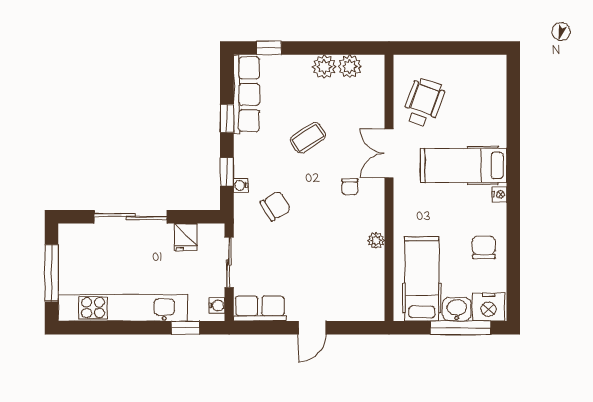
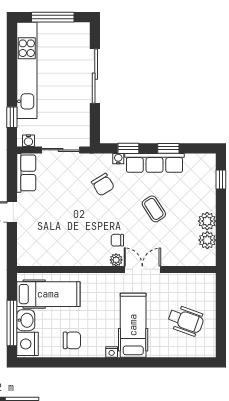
row of seats: (246, 94) -> (154, 163), moved
wheelchair: (424, 103) -> (186, 320), moved
fridge: (186, 237) -> (80, 118), removed
plant: (376, 240) -> (116, 260), moved

